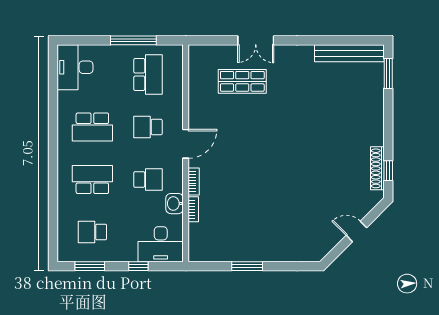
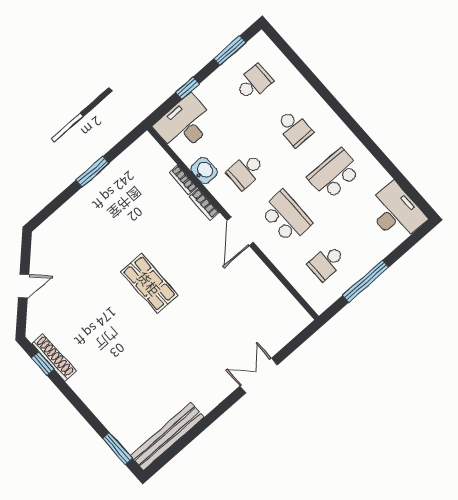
school desk: (148, 75) -> (327, 263), width x0.54
shop shelf: (242, 81) -> (149, 283), moved, turned 90
school desk: (148, 127) -> (286, 217), width x1.85
school desk: (92, 179) -> (294, 128), width x0.54

